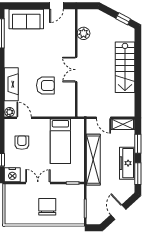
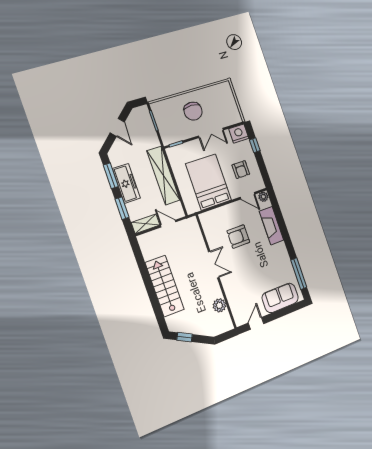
bed: (60, 141) -> (208, 182), width x1.50

